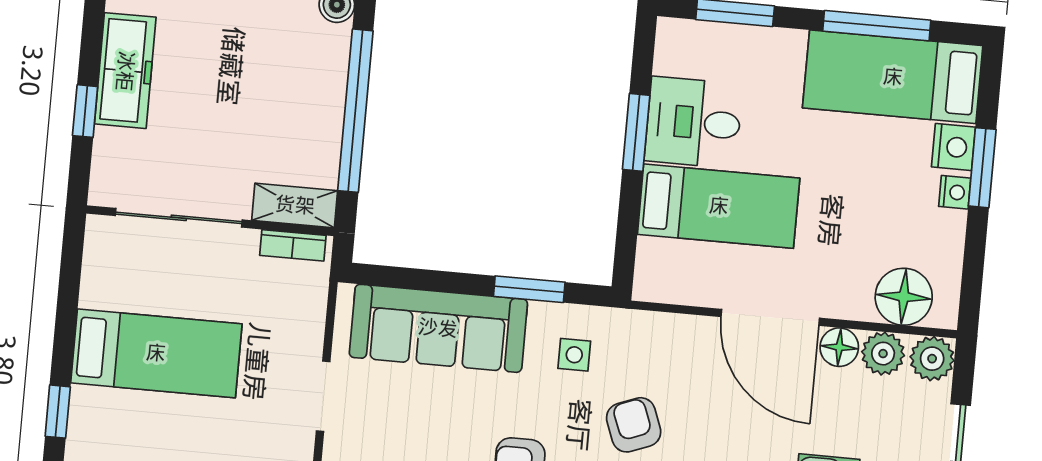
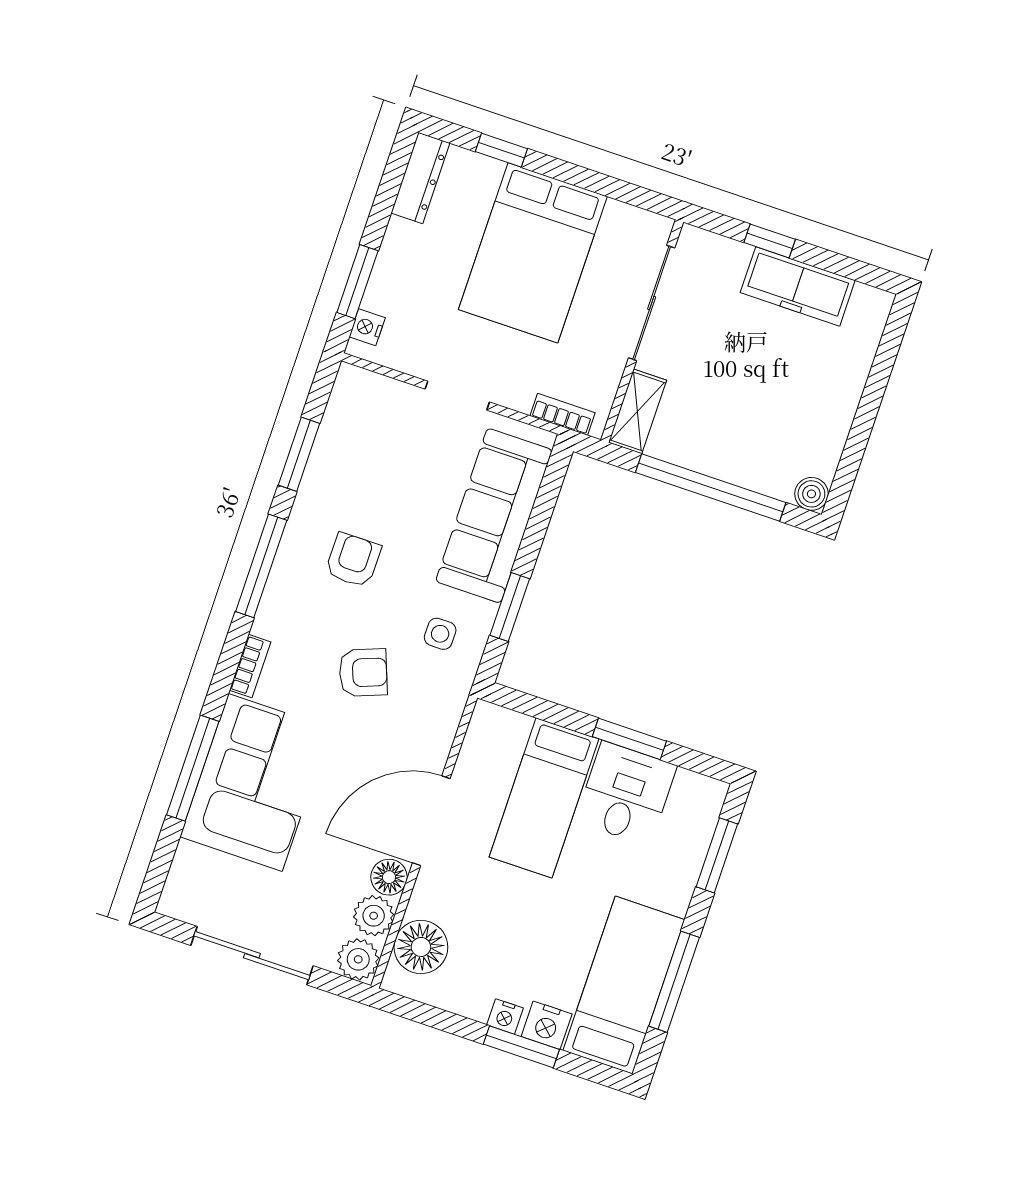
bookcase: (293, 245) -> (562, 414), moved, turned 90
bed: (156, 353) -> (533, 253), width x1.50

